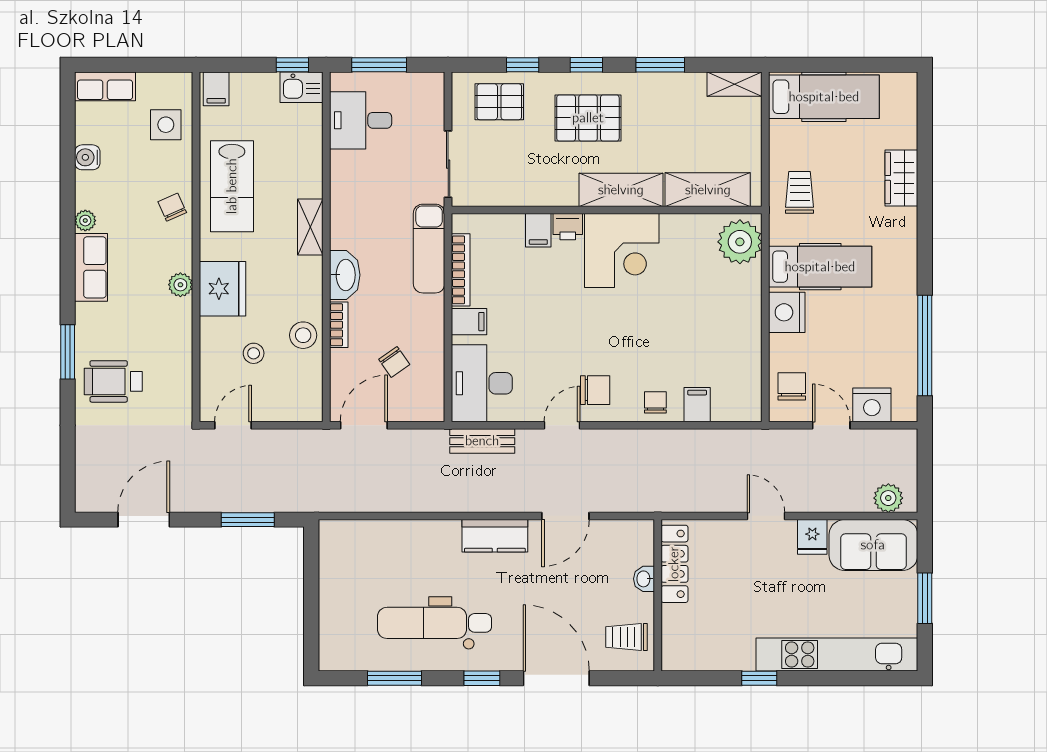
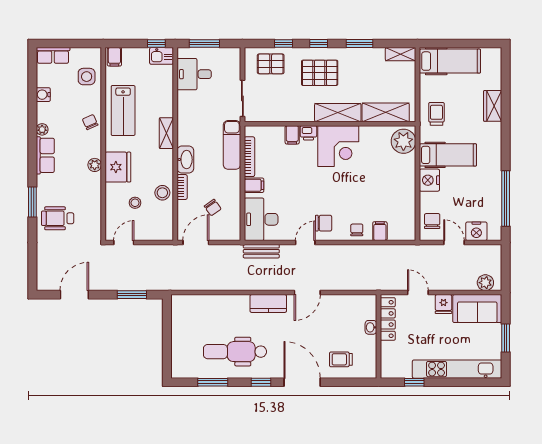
locker: (674, 564) -> (388, 319), moved
washbasin: (644, 579) -> (371, 327), moved
wall: (658, 595) -> (378, 336), moved

